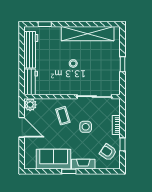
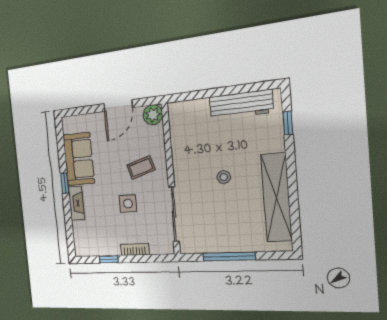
window: (122, 64) -> (229, 257), width x2.17
workbench: (31, 82) -> (188, 111), removed
armchair: (108, 152) -> (96, 239), removed

